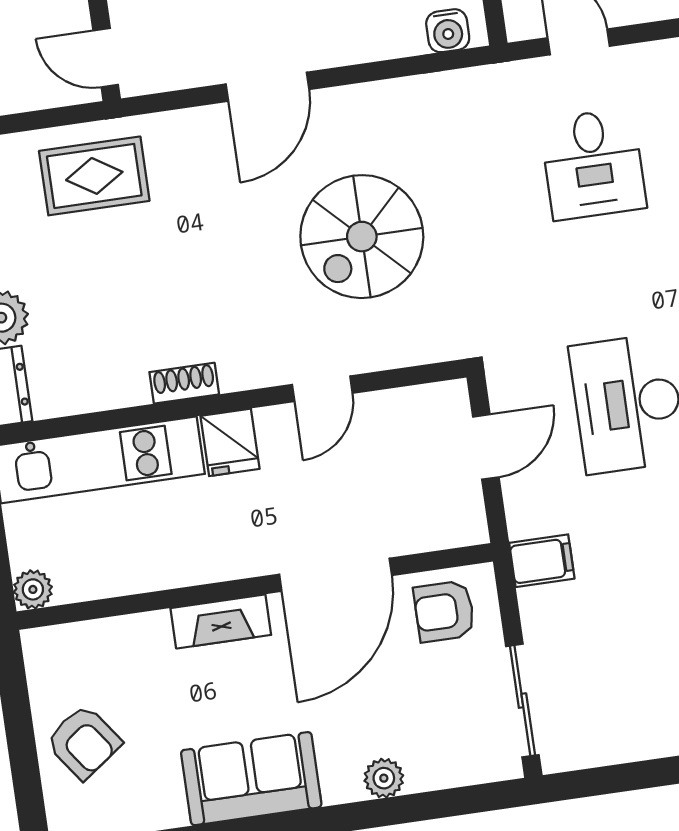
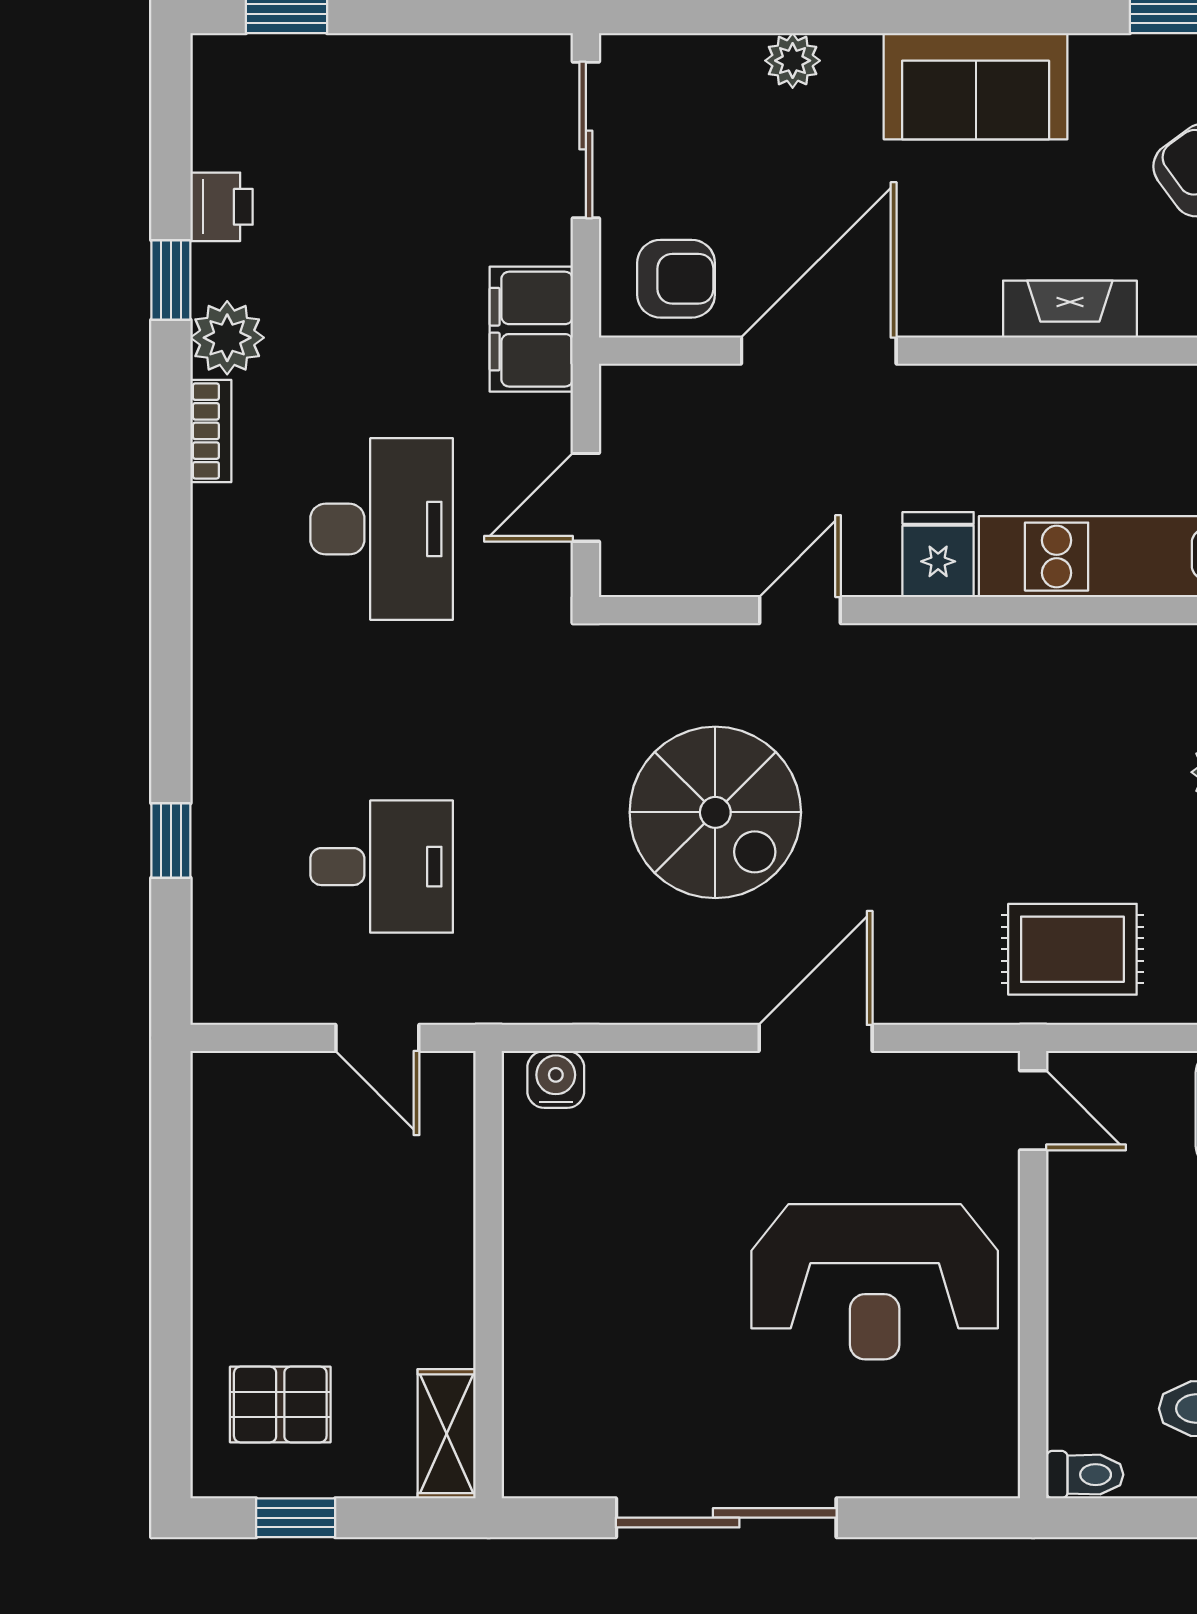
desk: (593, 164) -> (382, 867), turned 90
spiral stairs: (362, 237) -> (715, 812), turned 90
shoe rack: (184, 383) -> (990, 645), removed
filing cabinet: (542, 561) -> (531, 329), width x2.00
fireplace: (221, 621) -> (1070, 309), moved

